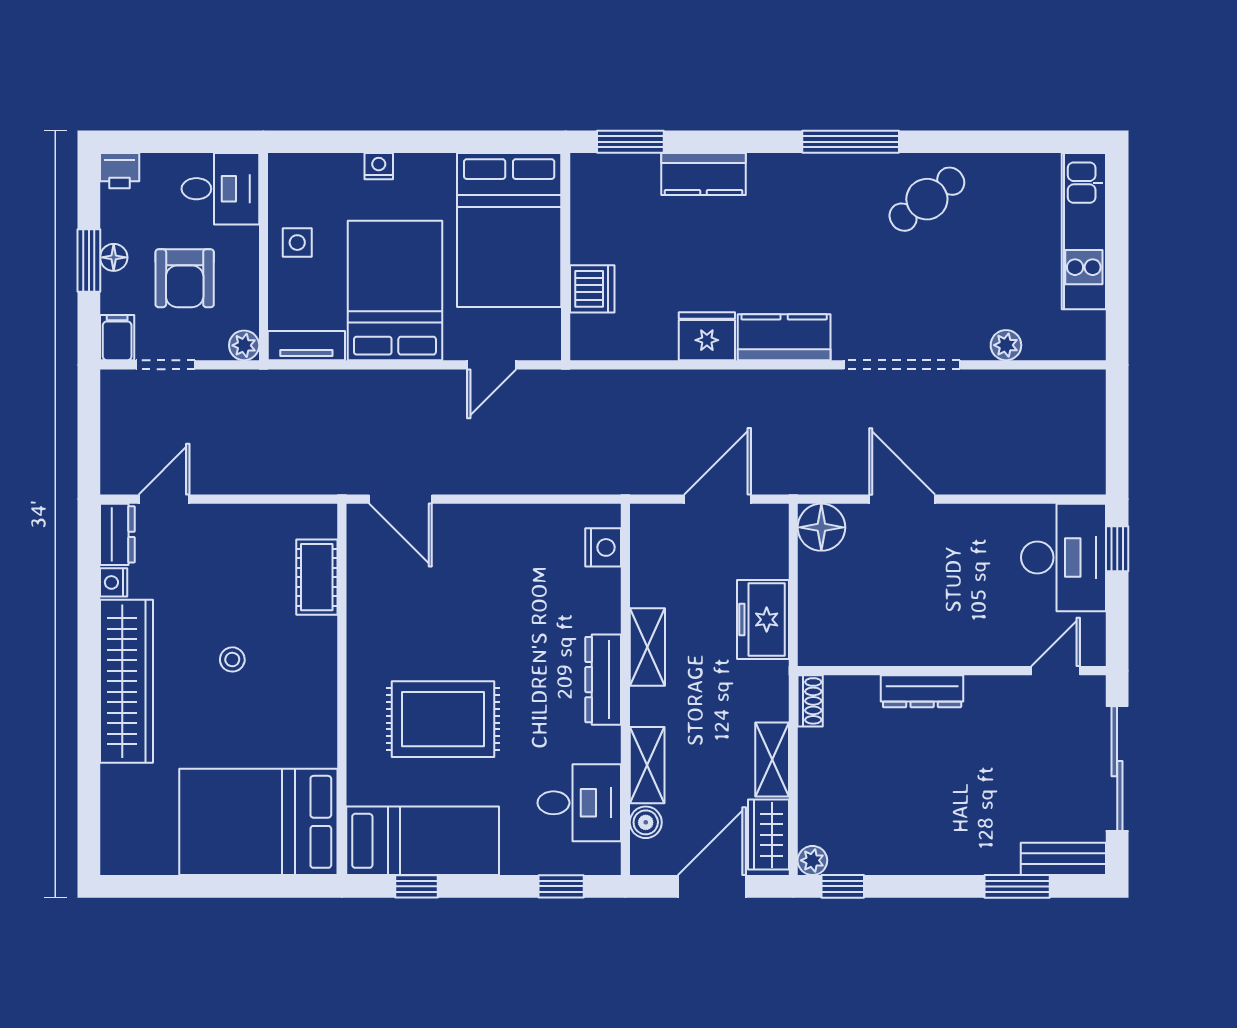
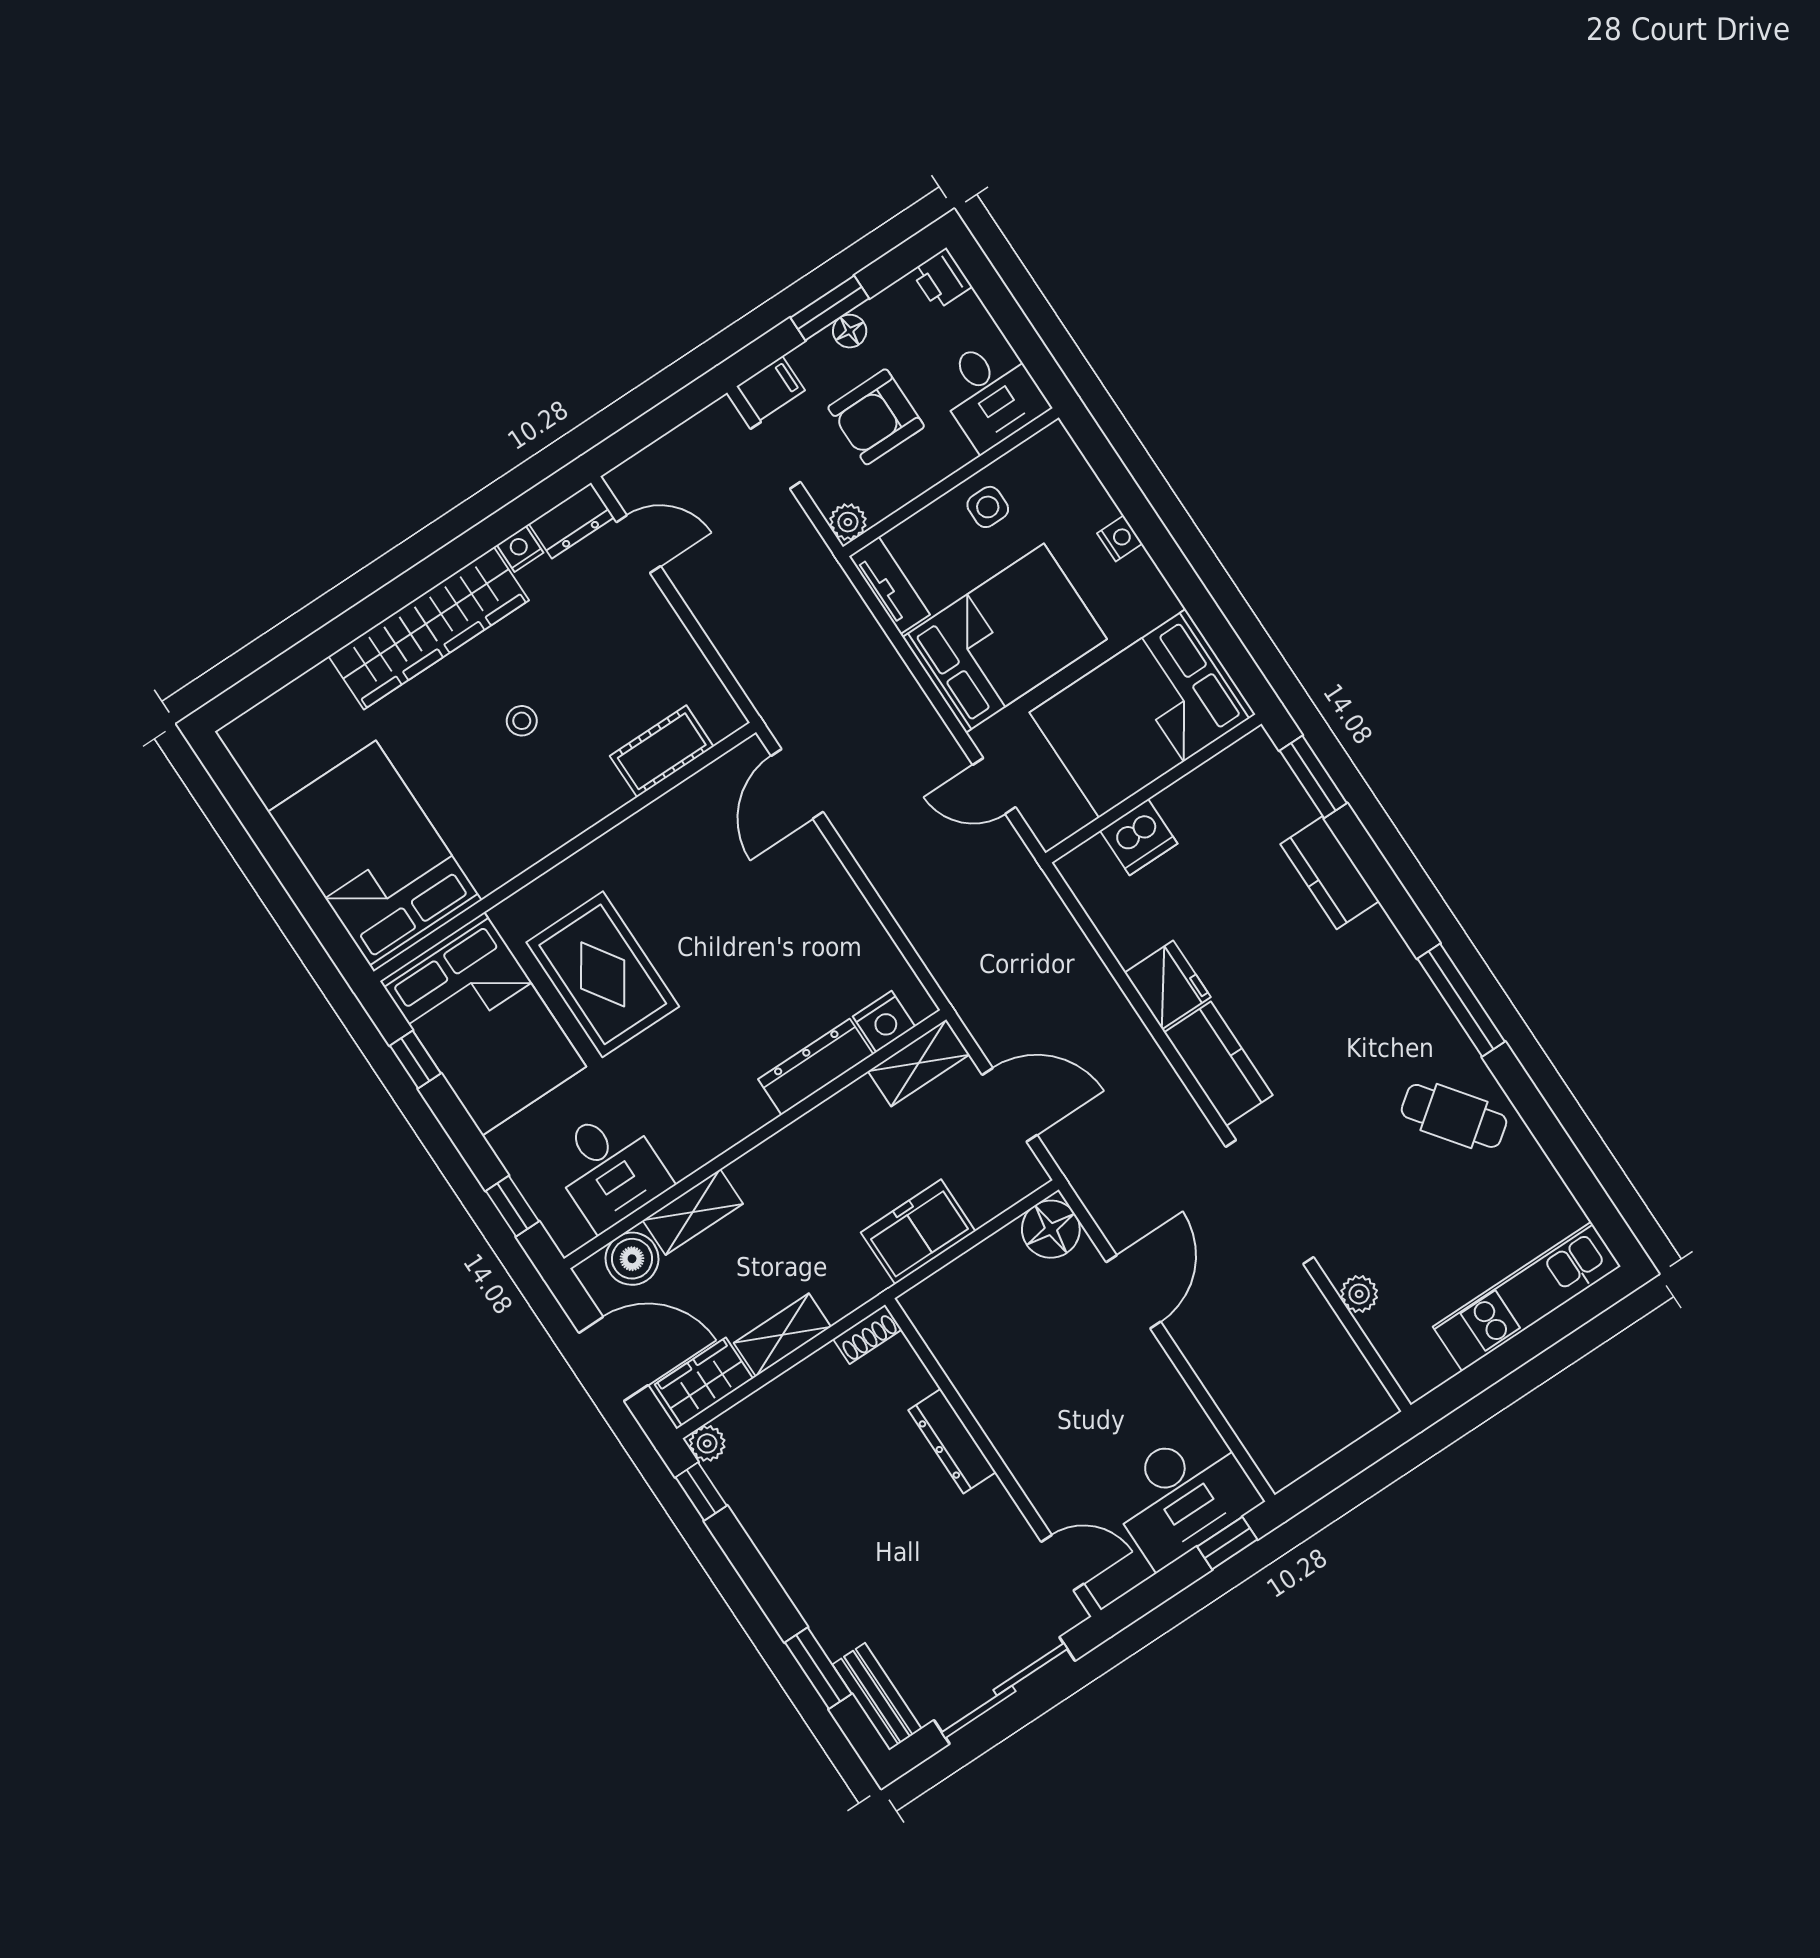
shelving: (647, 647) -> (919, 1063), moved
dresser: (603, 680) -> (816, 1067), moved
boiler: (646, 822) -> (632, 1259), width x1.36, depth x1.36
bed: (423, 841) -> (483, 1024), width x1.50

